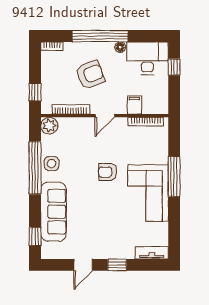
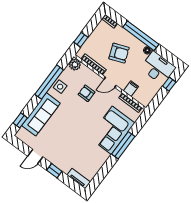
armchair: (108, 172) -> (86, 93), moved
corner sofa: (148, 193) -> (112, 130), moved

